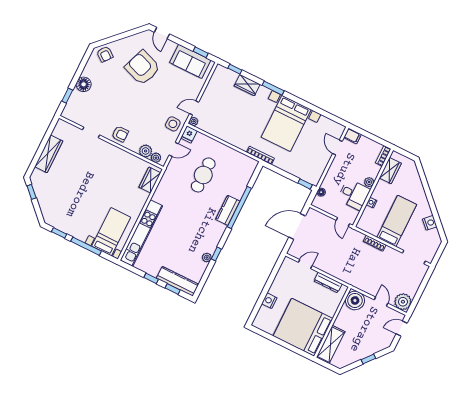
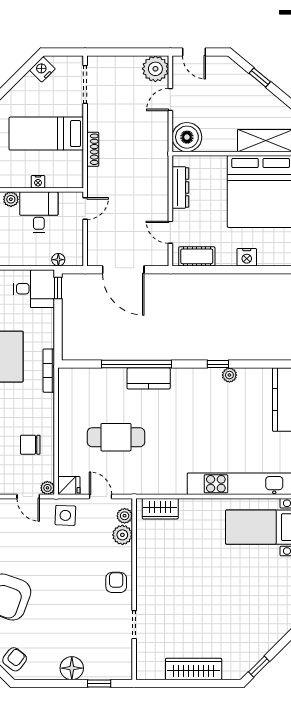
chair: (223, 124) -> (30, 445), added
desk: (311, 170) -> (34, 289), added
nightstand: (430, 223) -> (42, 69), moved
cot: (284, 272) -> (197, 256), added

